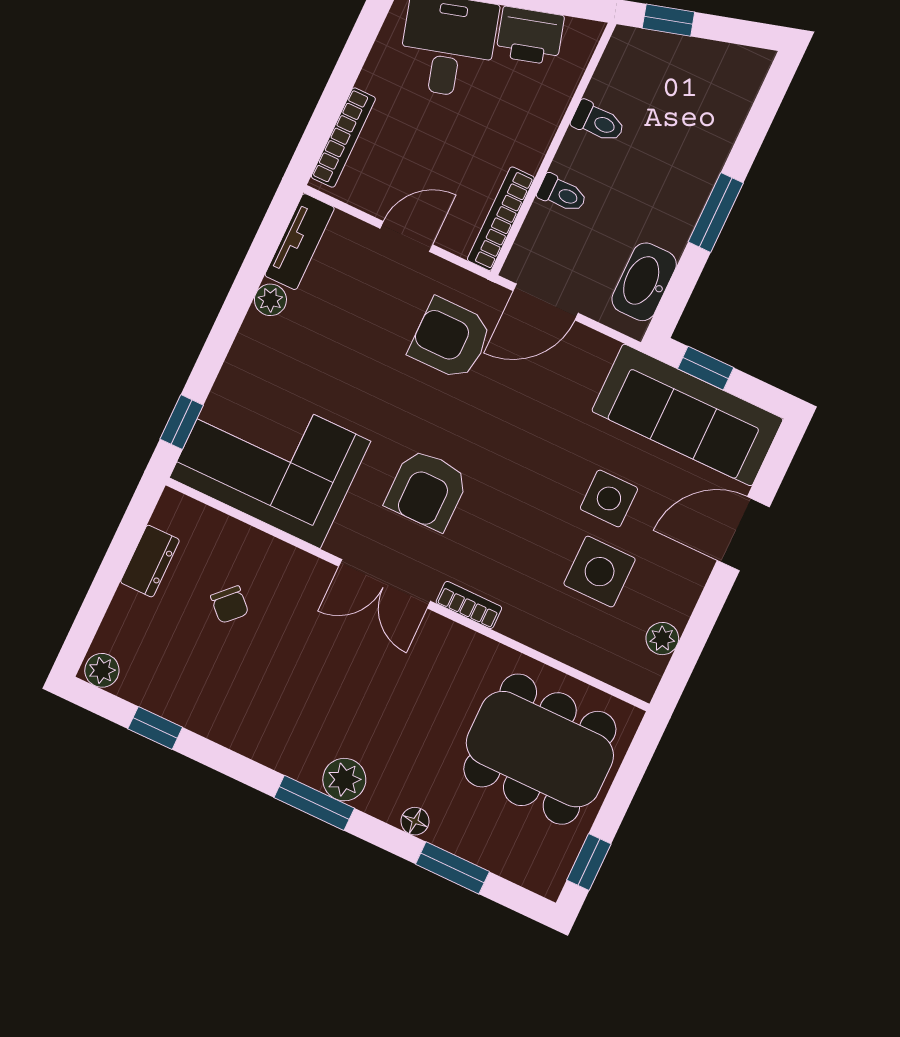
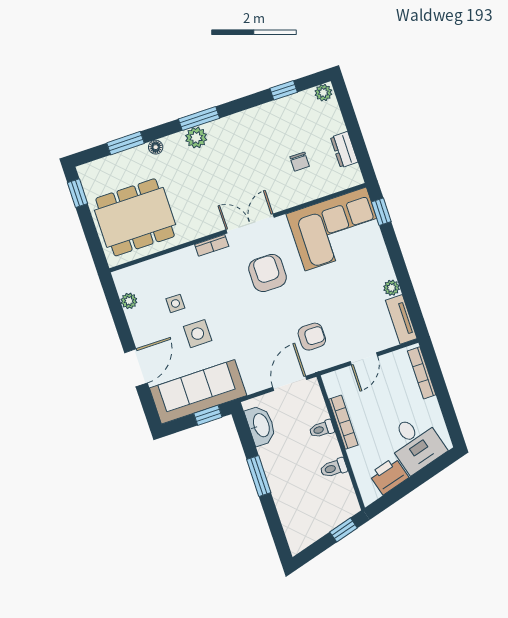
bookcase: (501, 219) -> (343, 422), moved
armchair: (450, 339) -> (312, 337), width x0.72, depth x0.72
side table: (600, 572) -> (175, 303), width x0.54, depth x0.54
chair: (230, 605) -> (300, 162), turned -135

